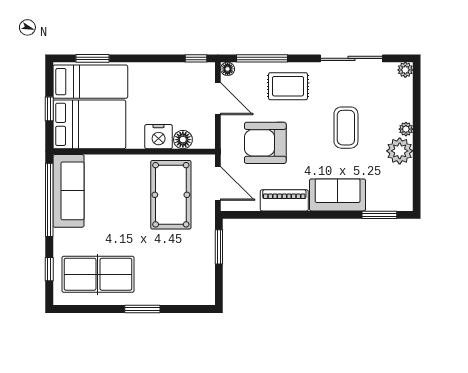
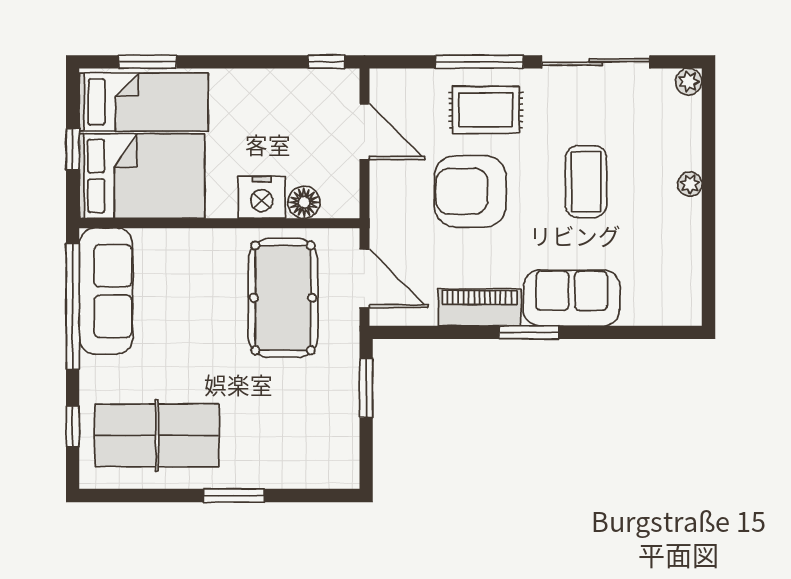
window: (262, 58) -> (479, 62), moved
floor lamp: (228, 69) -> (381, 80), removed
armchair: (265, 143) -> (470, 191), moved
plant: (400, 151) -> (679, 222), removed
window: (379, 215) -> (529, 332), moved

